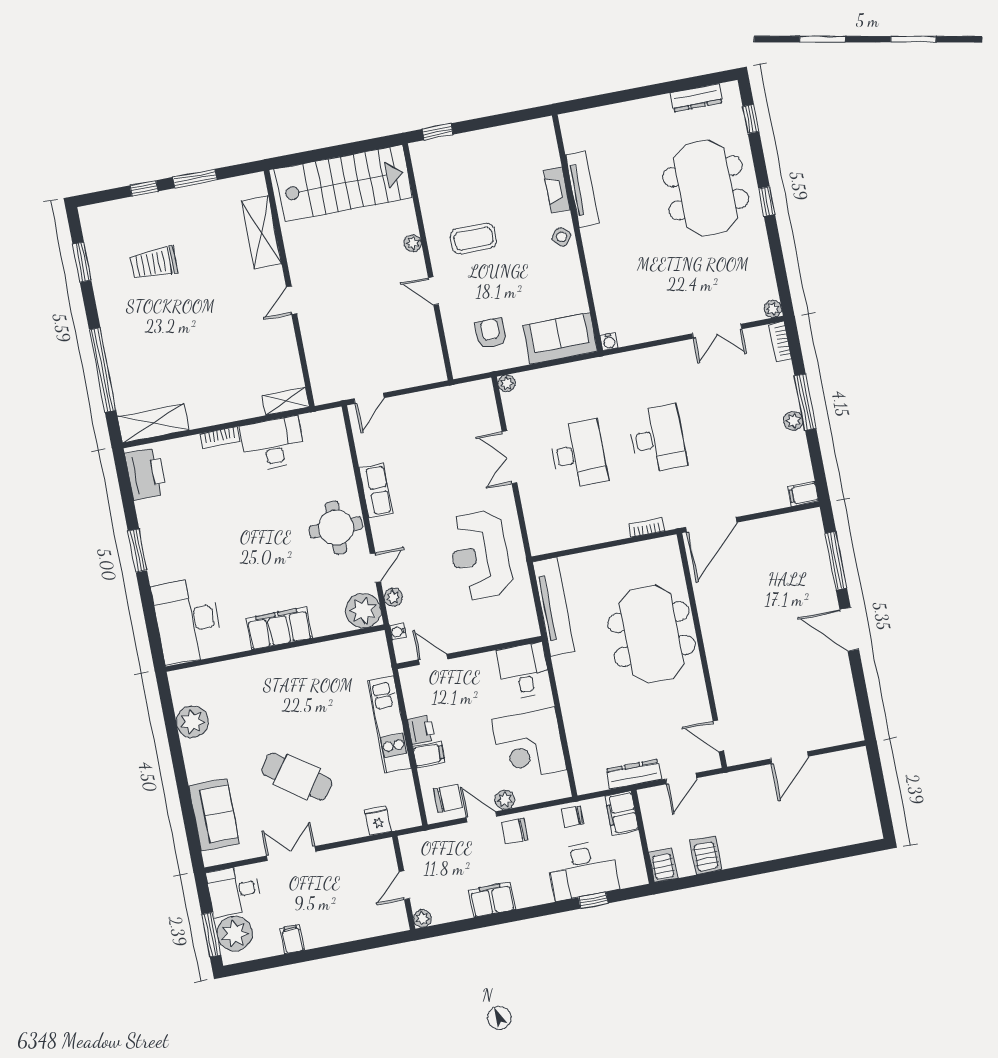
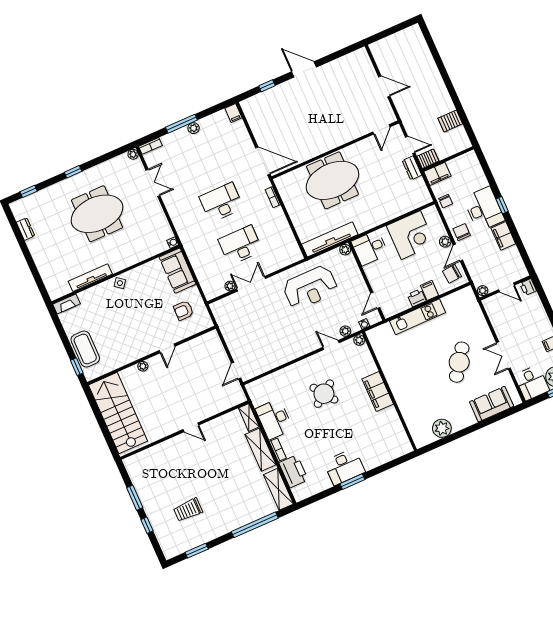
dresser: (696, 98) -> (26, 229), width x0.70
meeting table: (706, 188) -> (97, 214), moved
fireplace: (557, 190) -> (66, 304), moved
shelving: (261, 233) -> (261, 450), moved, turned 90
coffee table: (473, 239) -> (85, 349), moved, width x1.36, depth x1.32
trolley: (154, 263) -> (188, 510), turned 90
plant: (507, 383) -> (230, 286), moved
door: (369, 398) -> (236, 371), swing flipped
double door: (509, 457) -> (251, 284), swing flipped
printer: (146, 474) -> (293, 471), moved, turned 90
row of seats: (376, 491) -> (287, 355), removed
round table: (336, 528) -> (324, 394), moved, turned -36
window: (836, 561) -> (267, 86), width x0.46
plant: (363, 611) -> (359, 340), width x0.53, depth x0.53
desk: (188, 621) -> (344, 467), moved, width x0.73, depth x0.77
plant: (530, 628) -> (345, 250), added
door: (849, 629) -> (304, 69), swing flipped
dresser: (634, 774) -> (412, 168), width x0.70
chair: (448, 799) -> (452, 274), turned -95
fridge: (378, 821) -> (474, 311), removed
chair: (515, 831) -> (462, 232), turned 180
server rack: (663, 865) -> (428, 159), moved, turned 180
desk: (583, 870) -> (484, 209), moved
window: (593, 900) -> (502, 205), moved
plant: (422, 918) -> (483, 291), moved
printer: (396, 922) -> (528, 287), added

